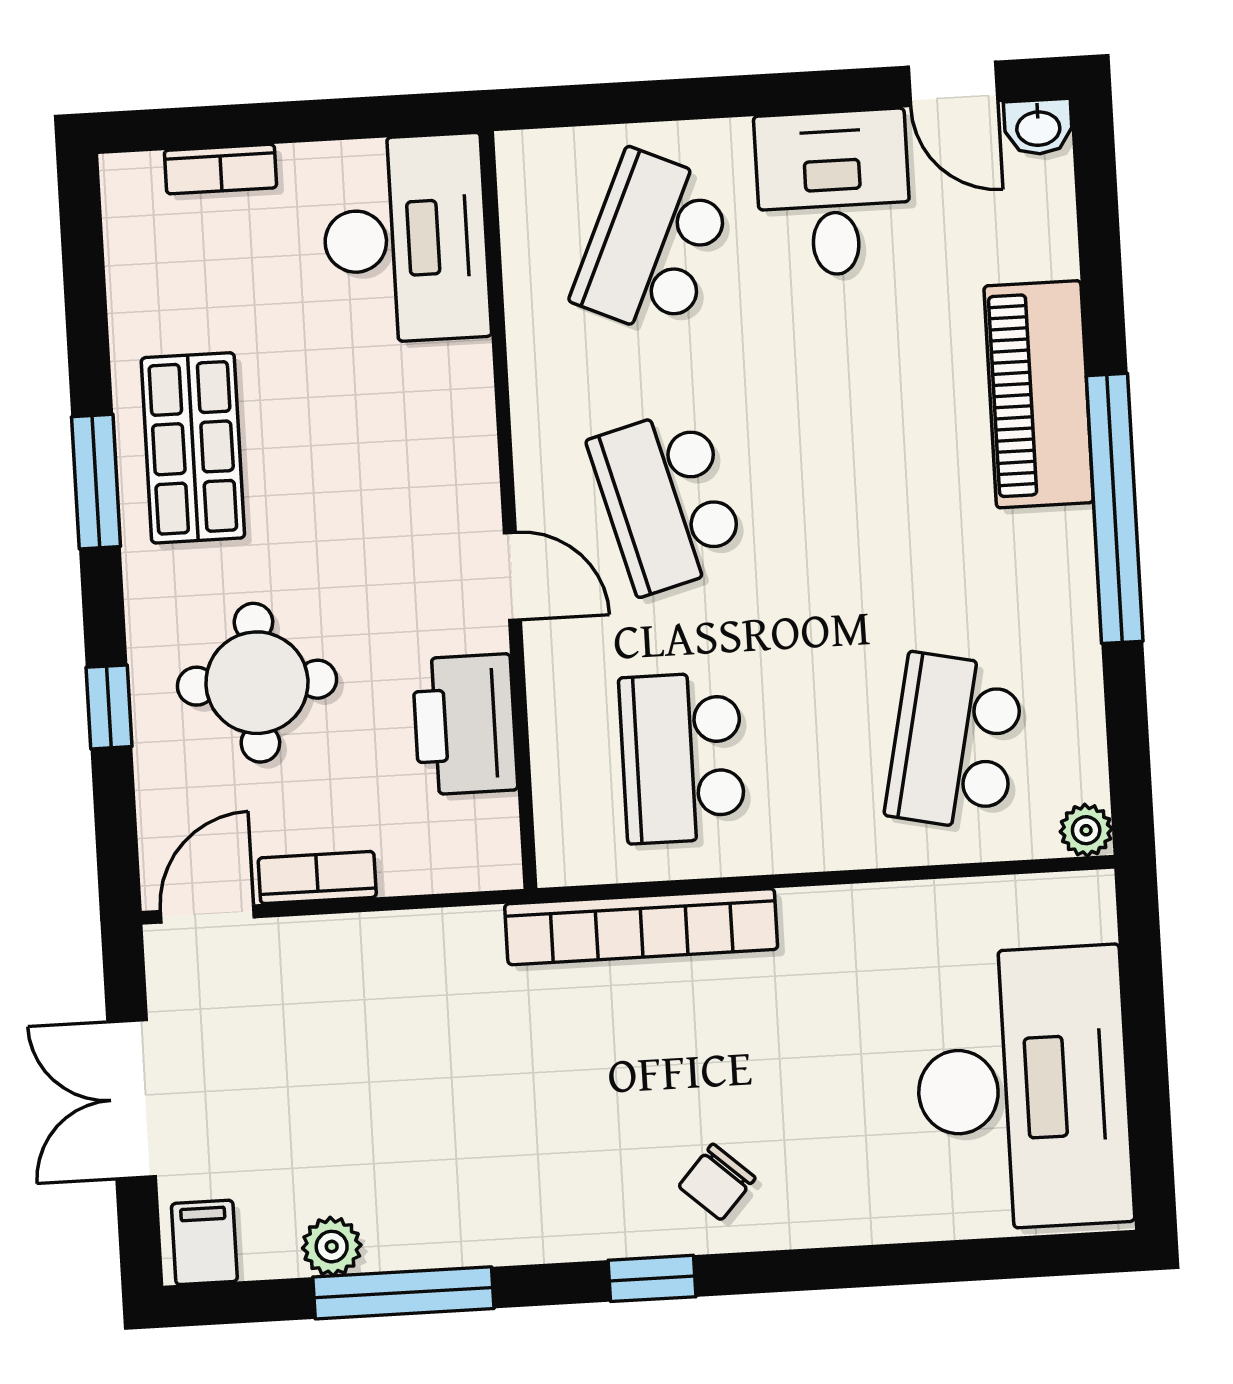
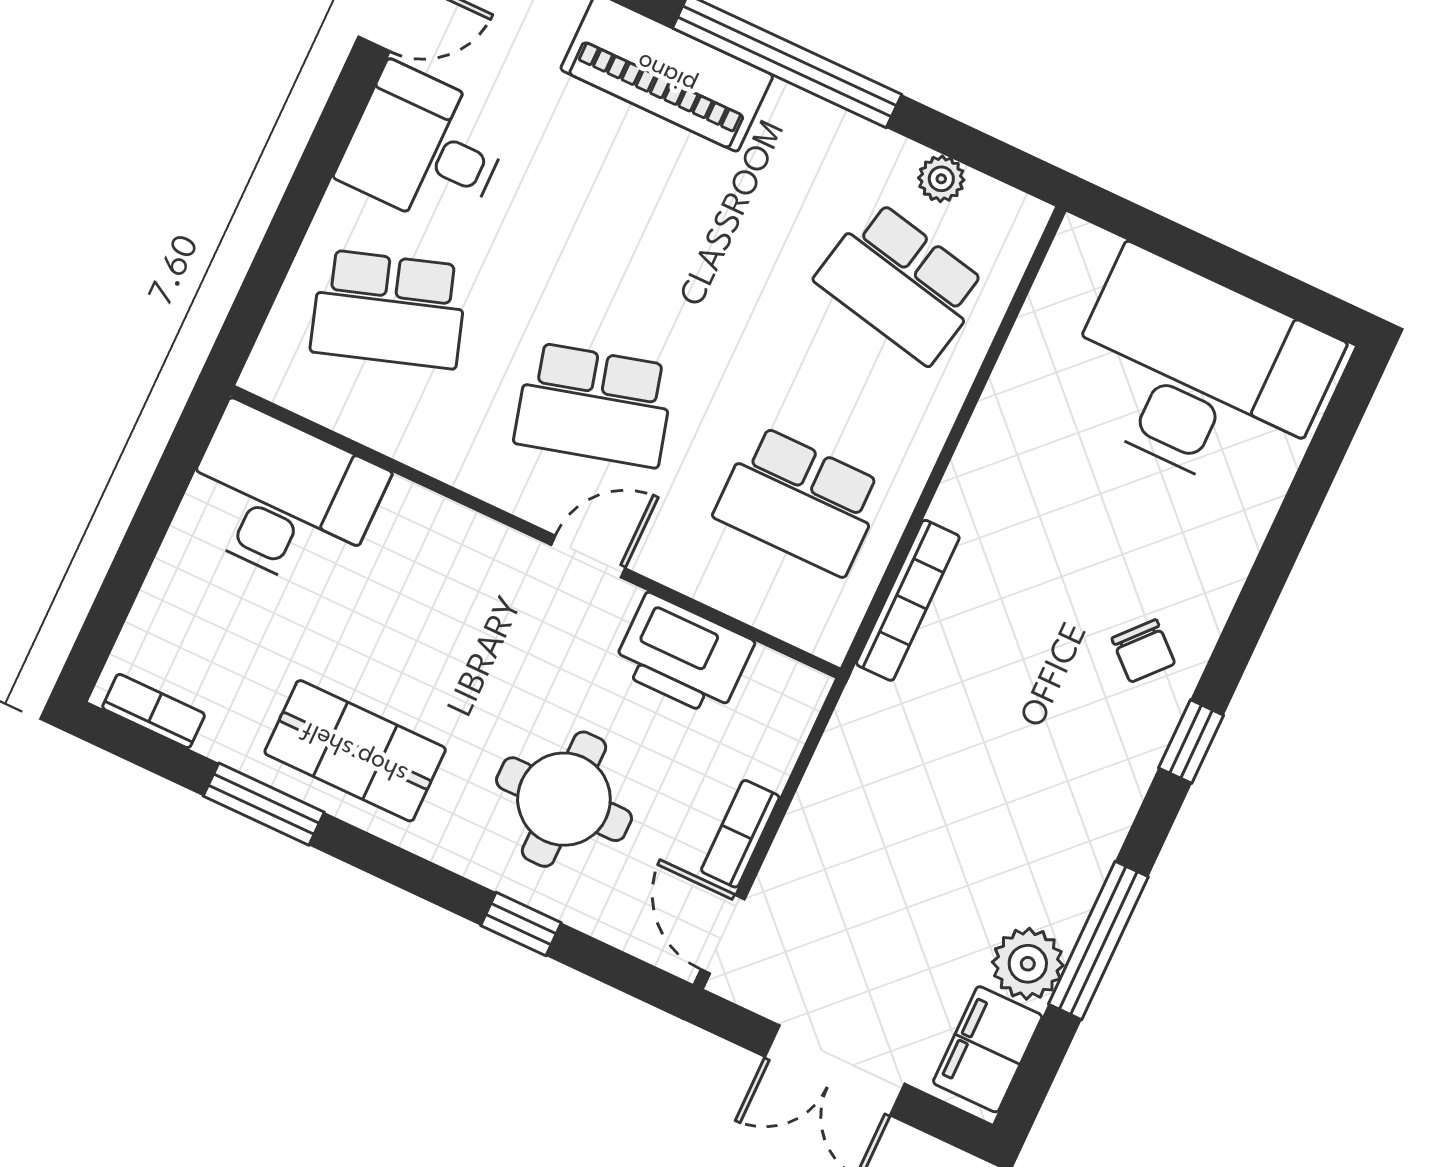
bookcase: (221, 169) -> (154, 711), moved, turned -90
school desk: (653, 244) -> (389, 309), turned -42
window: (96, 482) -> (264, 804), moved
plant: (1086, 830) -> (941, 179), moved
bookcase: (641, 927) -> (908, 600), width x0.68, depth x0.76
filing cabinet: (204, 1242) -> (988, 1049), width x2.00
plant: (332, 1247) -> (1028, 964), width x1.38, depth x1.38

